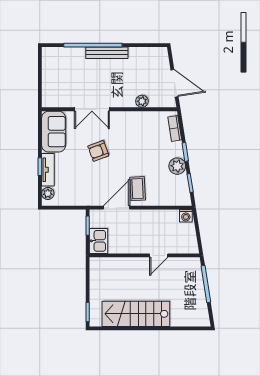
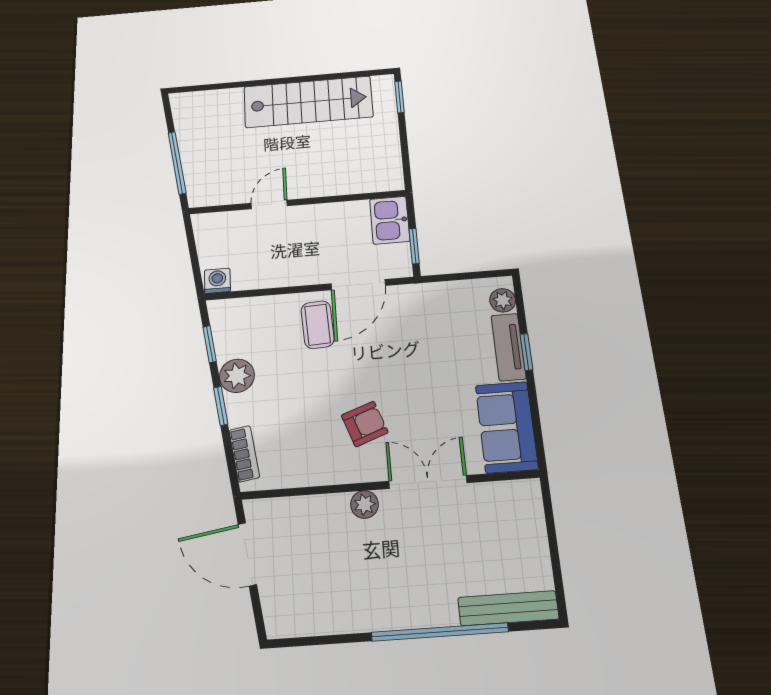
bench: (107, 53) -> (508, 608), moved
plant: (142, 101) -> (365, 505), moved
armchair: (98, 151) -> (365, 424), moved

